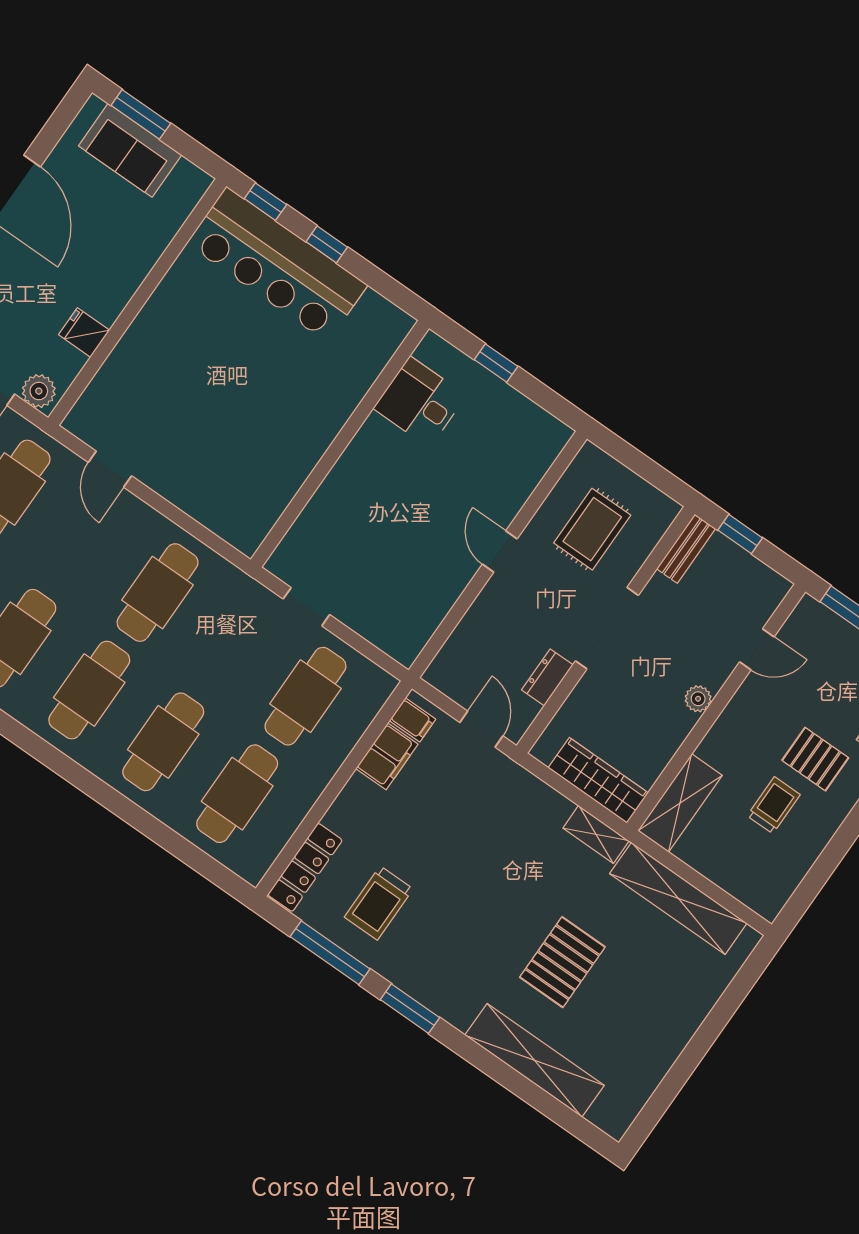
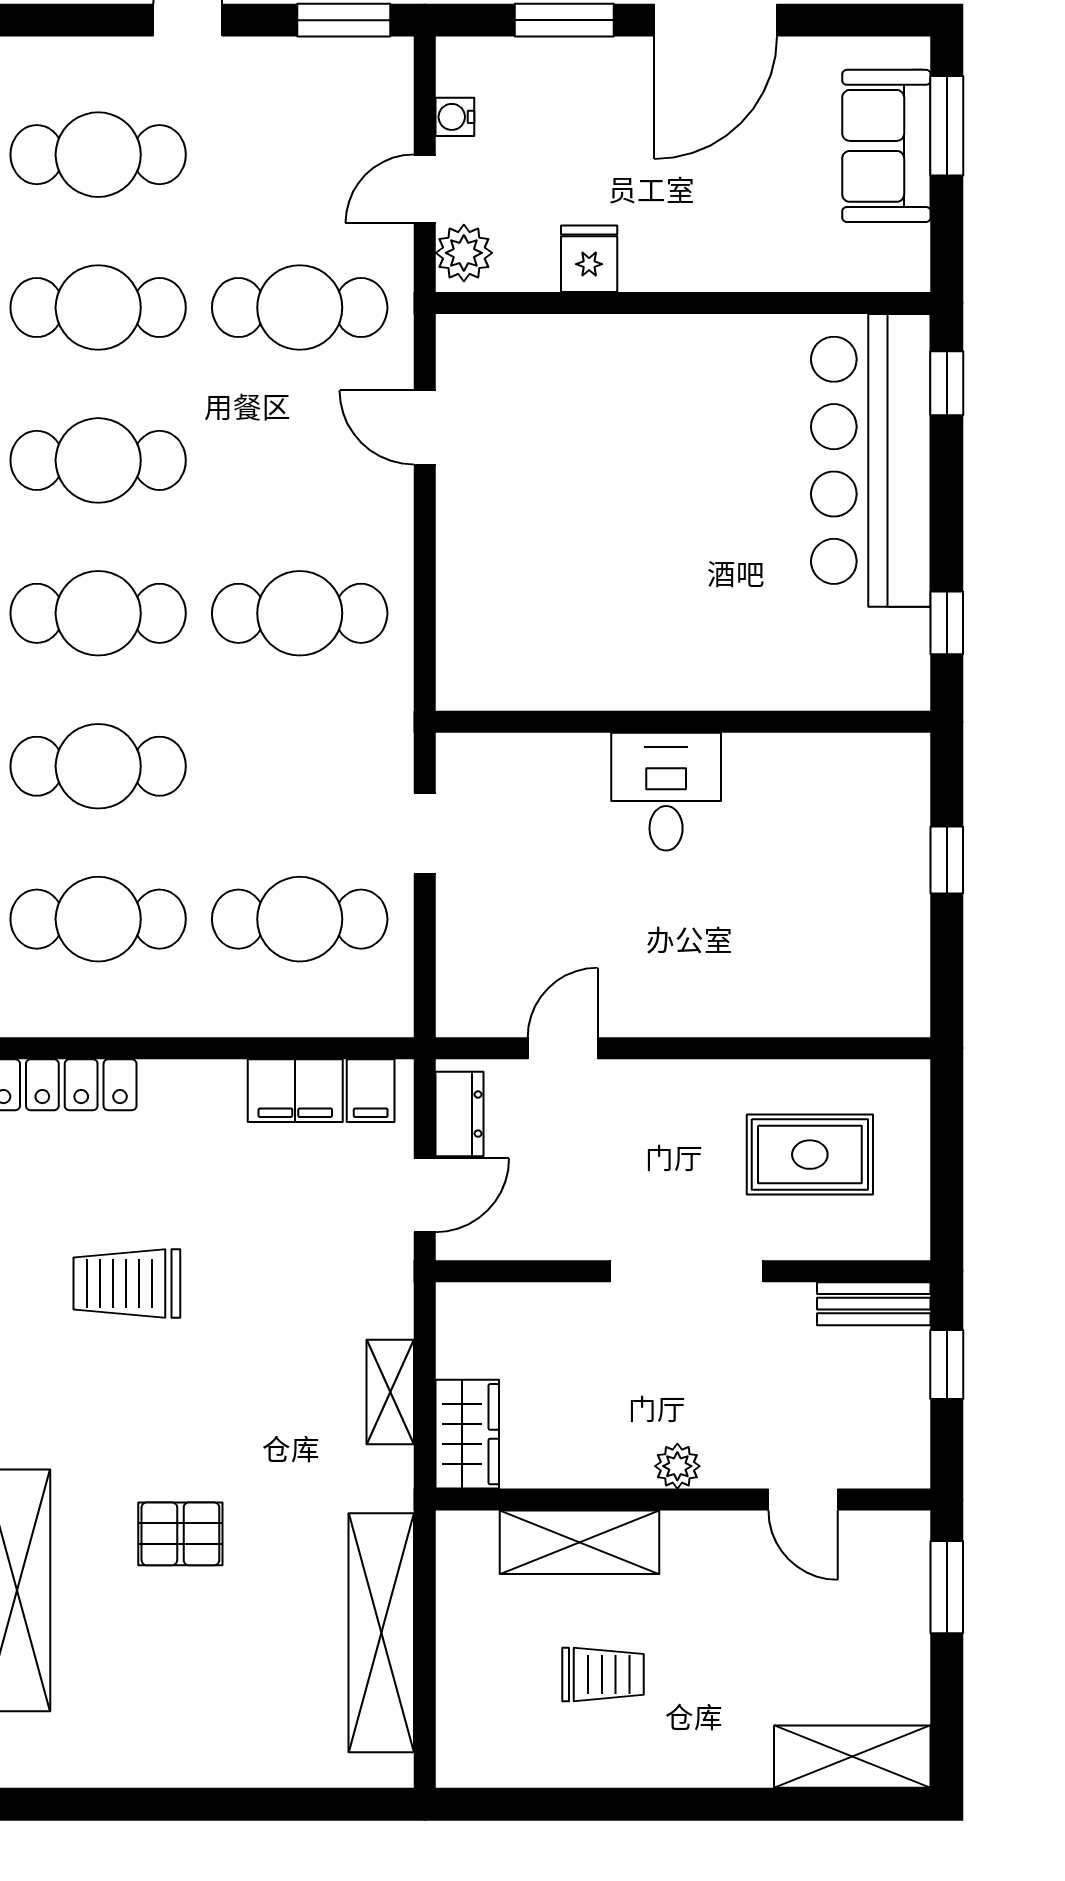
window: (327, 244) -> (947, 623), moved
desk: (420, 402) -> (666, 792), moved
door: (110, 469) -> (425, 427), hinge flipped
door: (500, 552) -> (563, 1048), moved
dresser: (547, 677) -> (459, 1114), moved, turned 90
pallet: (815, 759) -> (707, 1687), removed
wardrobe: (598, 780) -> (467, 1434), width x0.67
shelving: (680, 803) -> (579, 1542), moved
shelving: (596, 834) -> (390, 1392), moved
trolley: (379, 903) -> (127, 1284), moved
pallet: (562, 962) -> (180, 1534), width x0.67, depth x0.71

